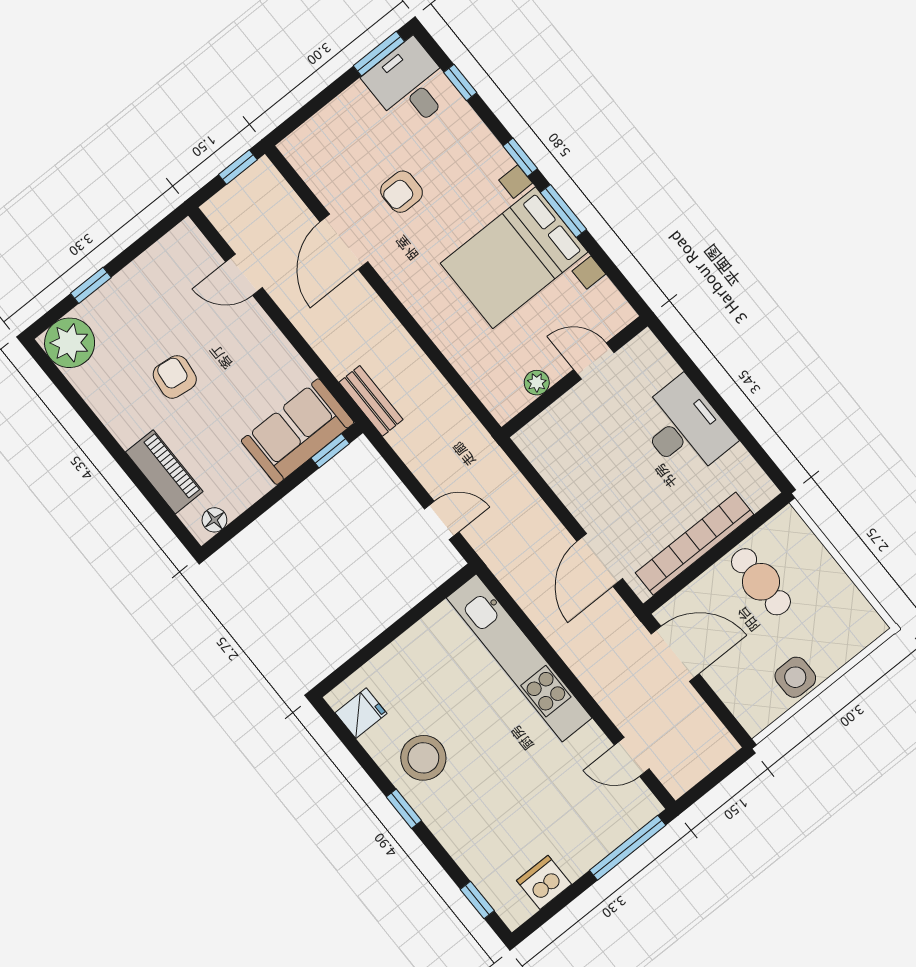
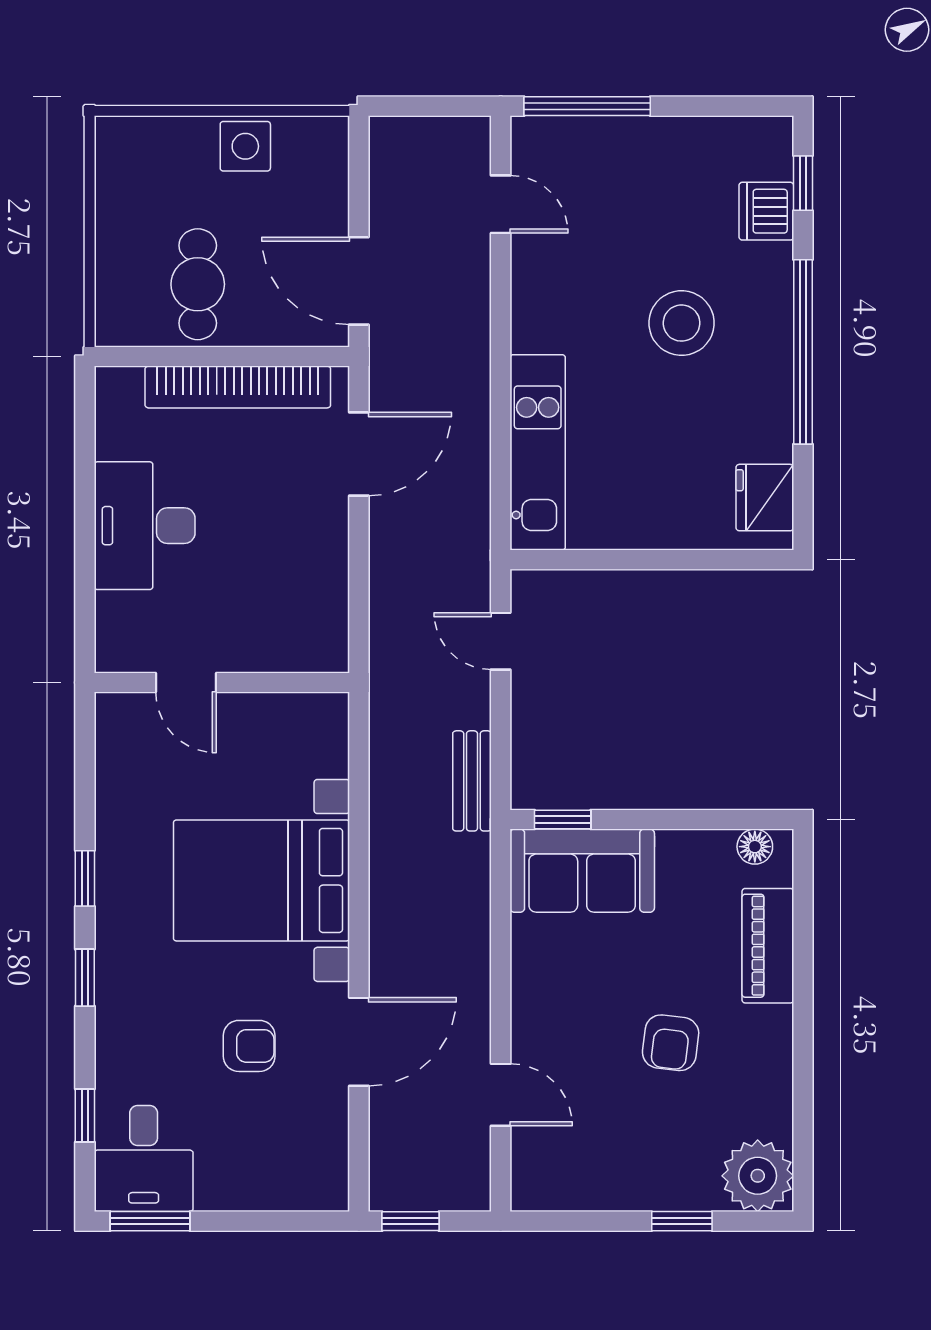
window: (563, 211) -> (85, 878), width x0.67
bed with nightstands: (514, 258) -> (261, 880), moved, turned 180
plant: (537, 383) -> (270, 710), removed
bench: (371, 401) -> (472, 781), moved
kitchen unit: (519, 658) -> (538, 452), width x0.73
fridge: (361, 713) -> (765, 498), width x1.38
stool: (423, 758) -> (682, 323), moved
window: (404, 809) -> (803, 352), width x3.17
dishwasher: (544, 882) -> (766, 211), moved, turned 90

